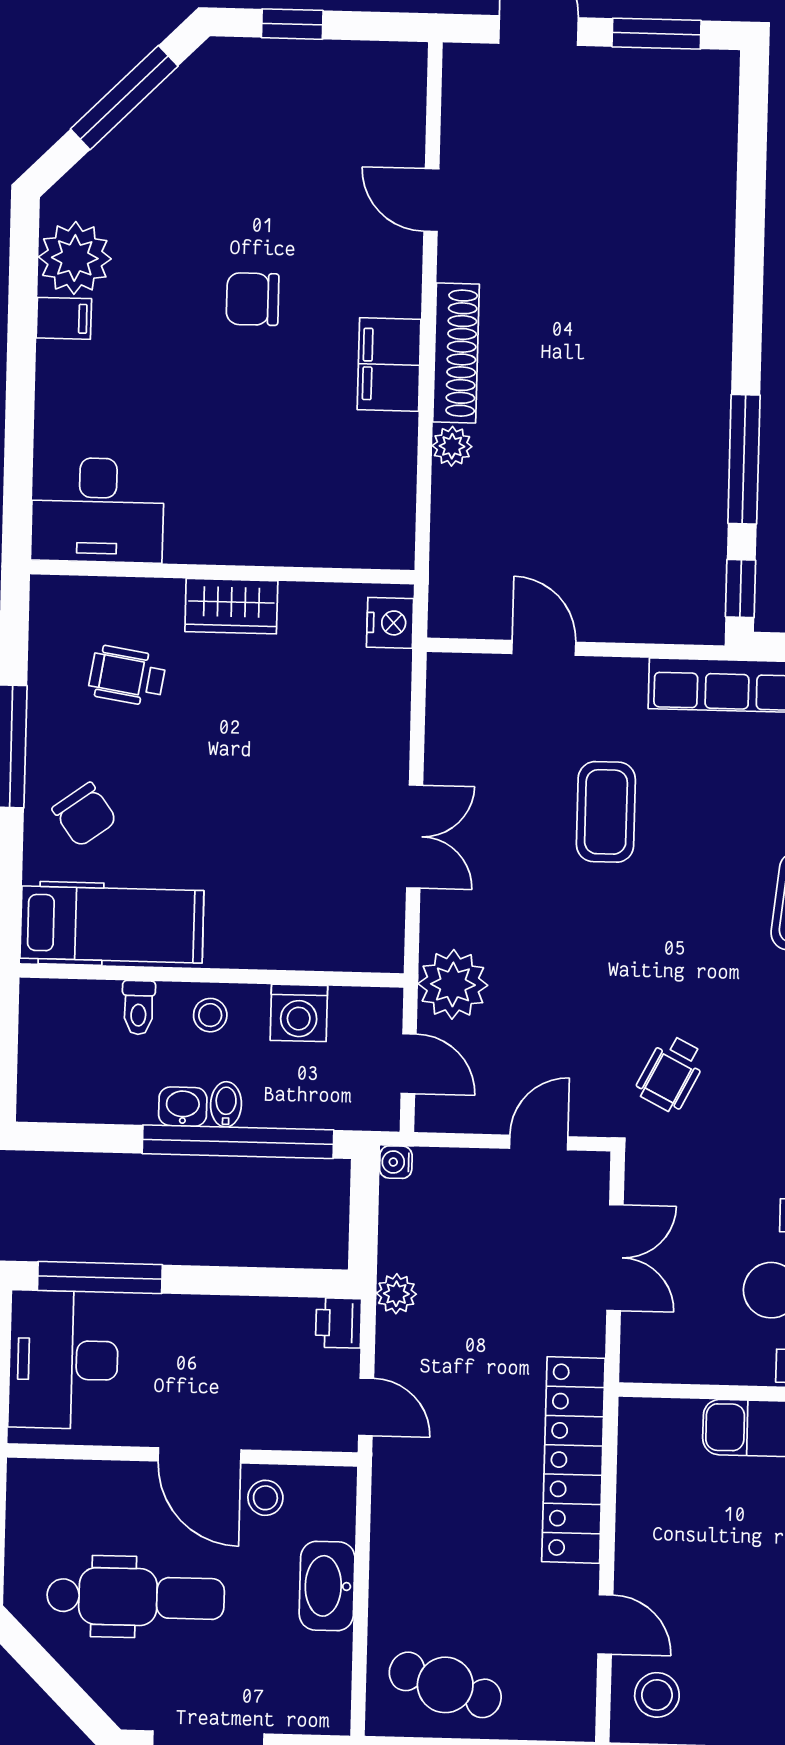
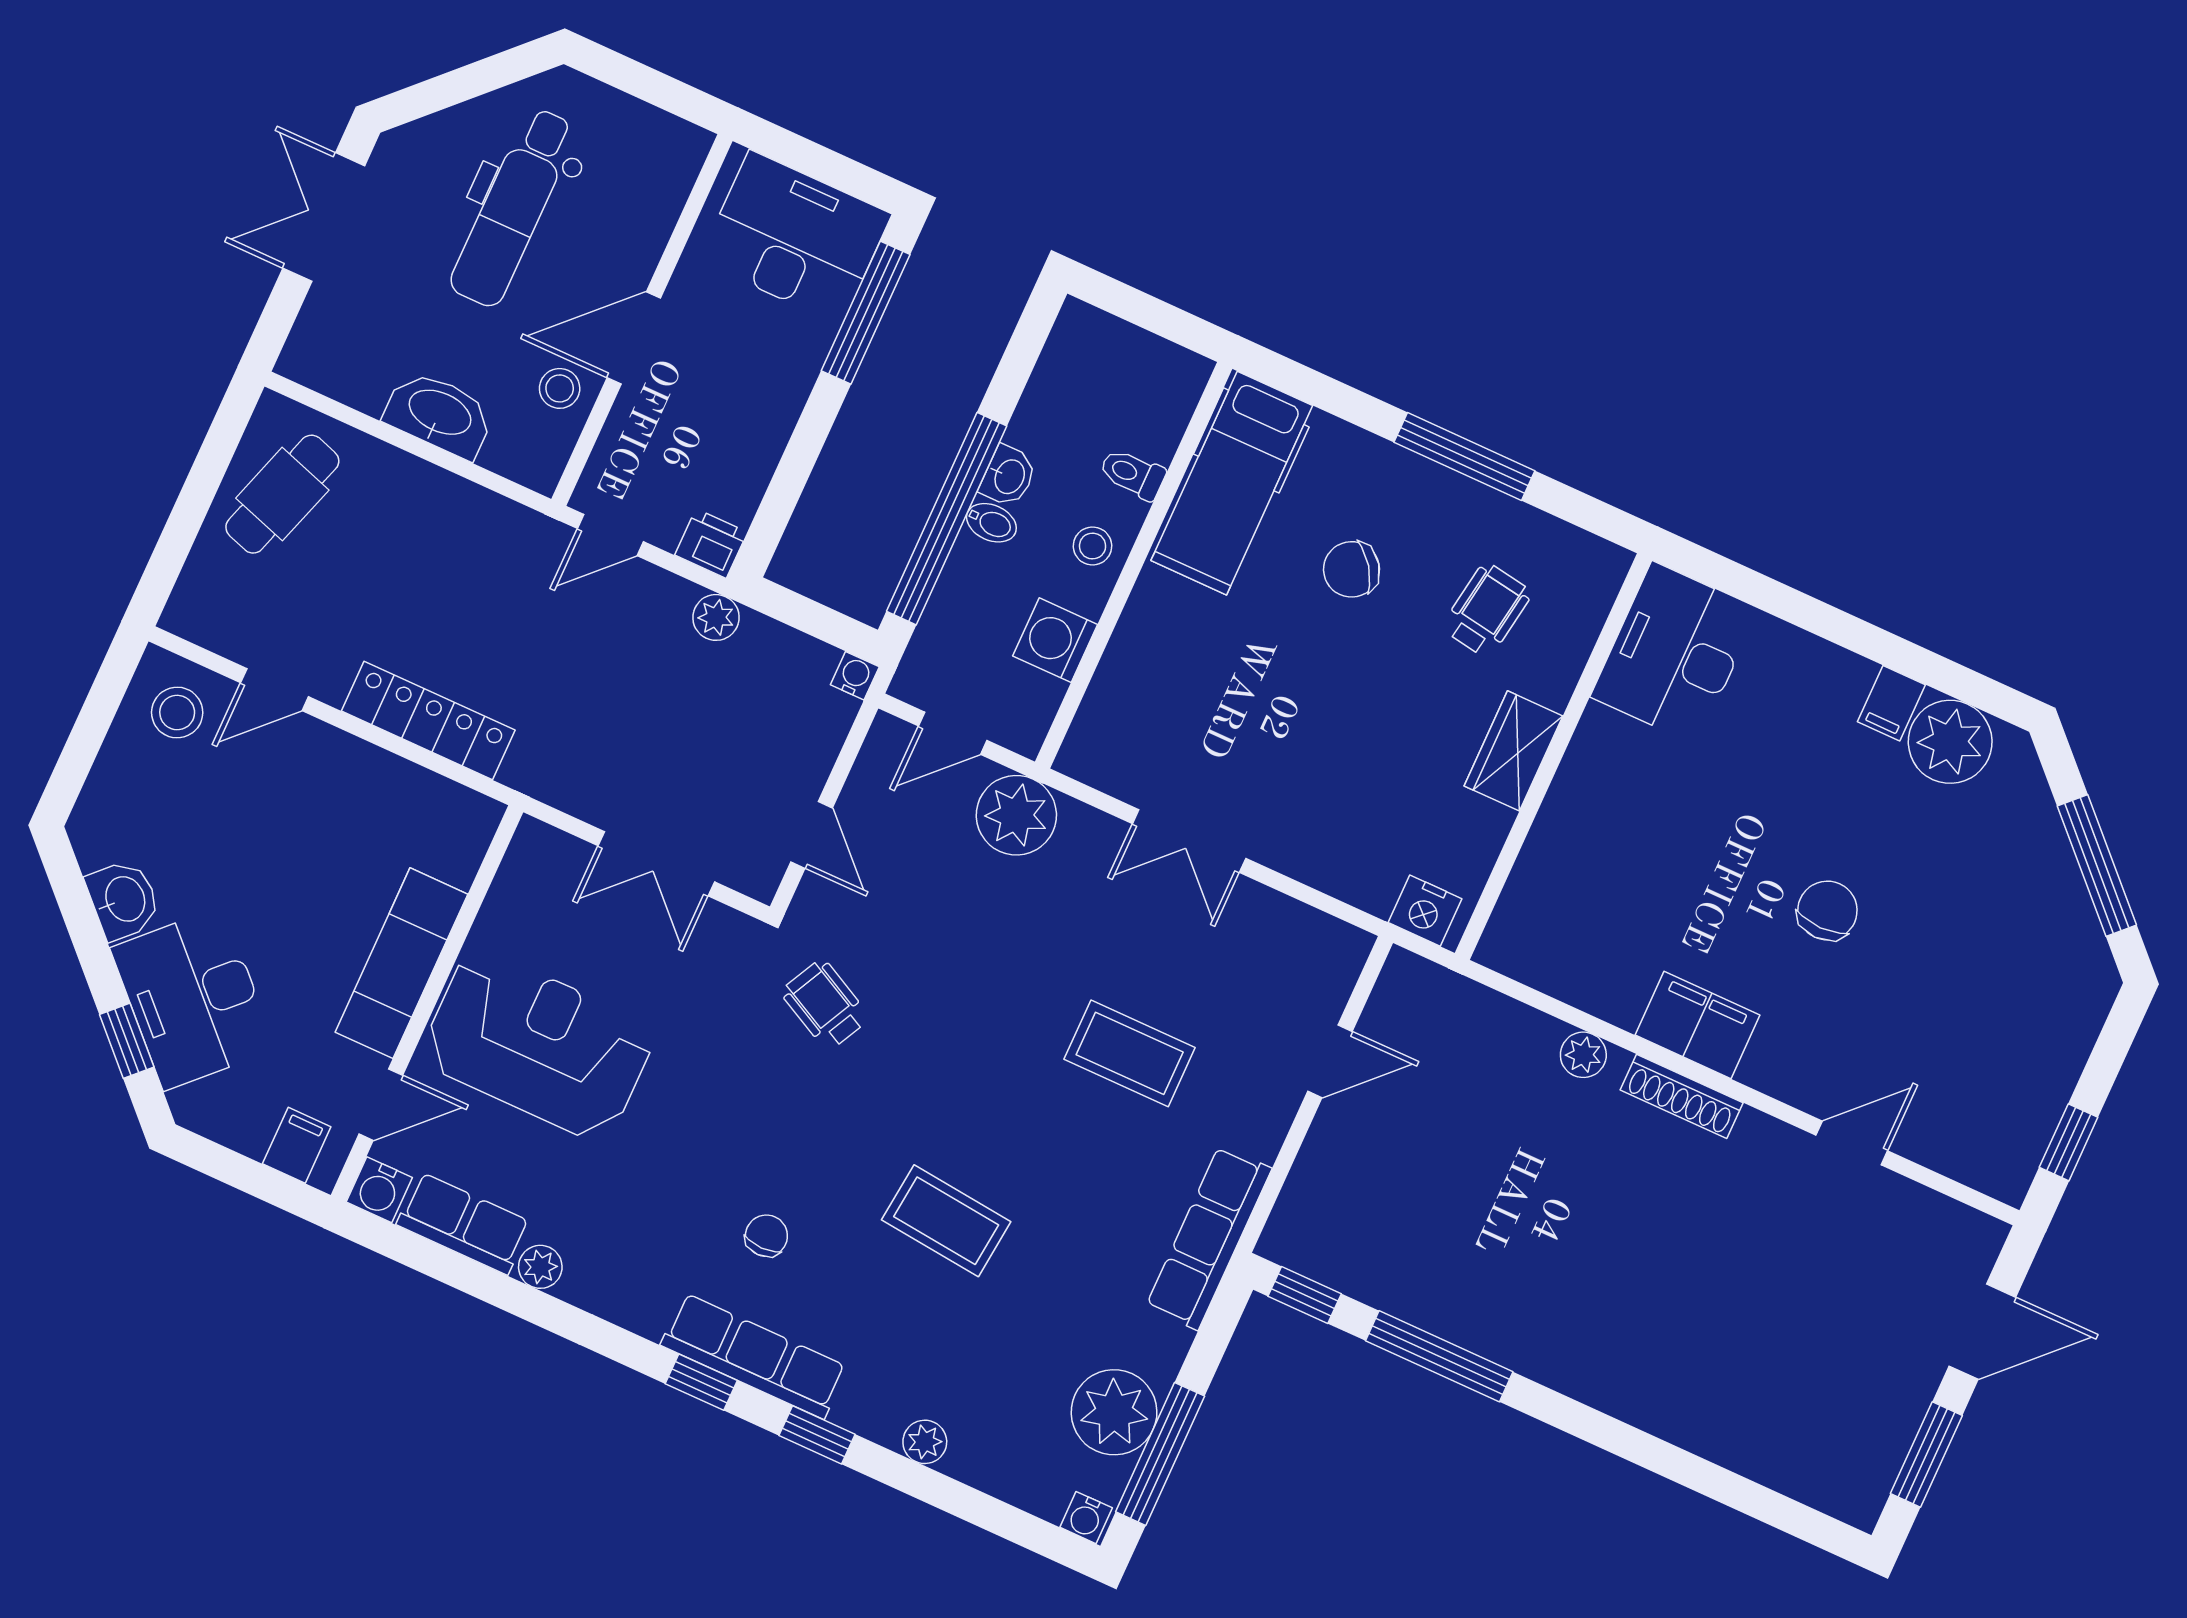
window: (292, 24) -> (2069, 1142), moved
shoe rack: (456, 353) -> (1682, 1096), width x0.74, depth x0.81
chair: (85, 815) -> (1352, 569), moved
locker: (573, 1460) -> (428, 721), width x0.71, depth x0.83

